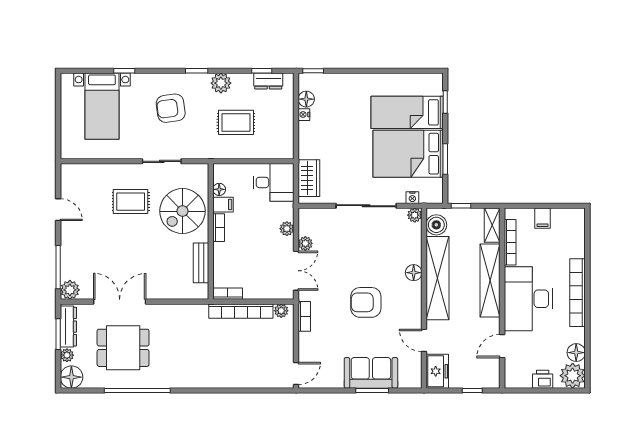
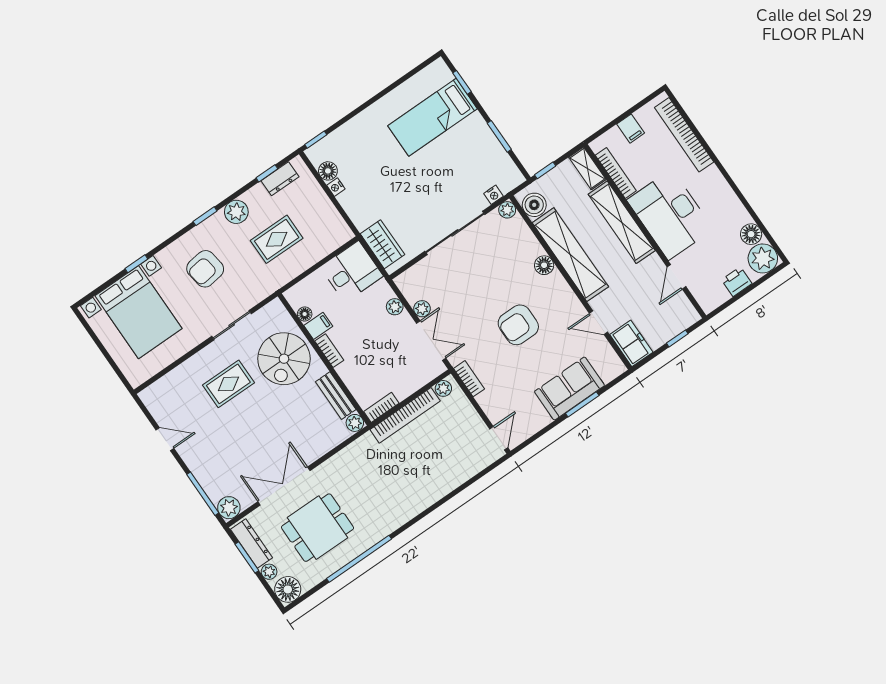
bed with nightstands: (102, 106) -> (139, 312), width x1.36
bed: (408, 154) -> (461, 156), removed
plant: (201, 292) -> (355, 423), added
bookcase: (578, 293) -> (684, 135), moved

